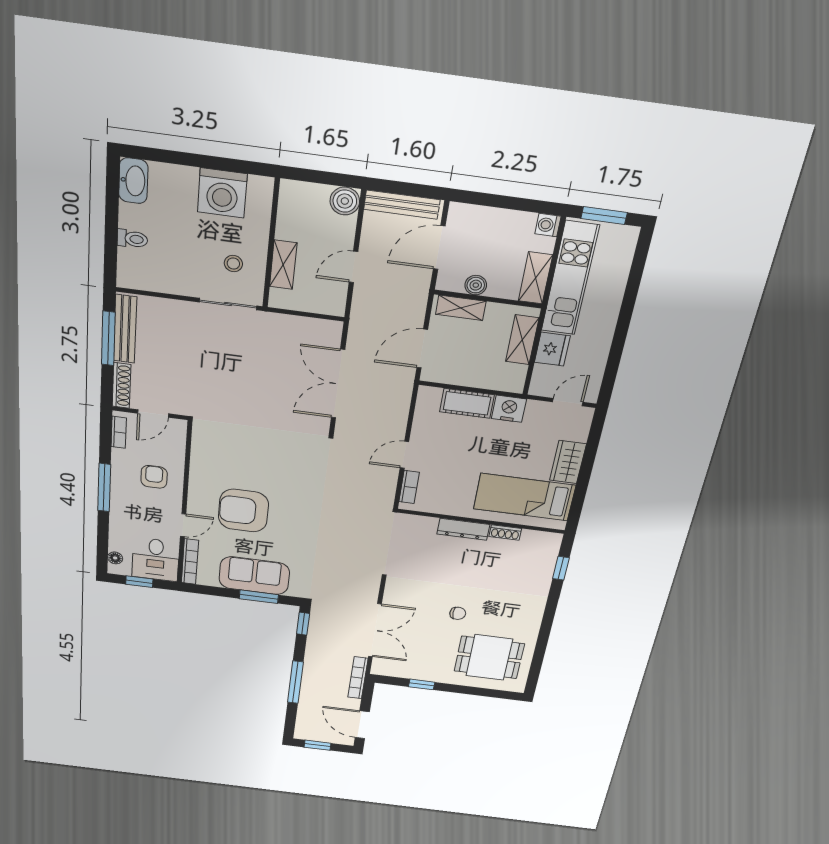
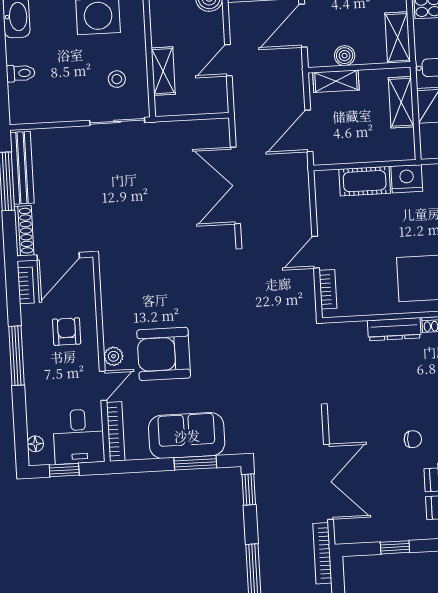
door: (153, 413) -> (58, 256), width x1.38
plant: (196, 504) -> (113, 356), added

